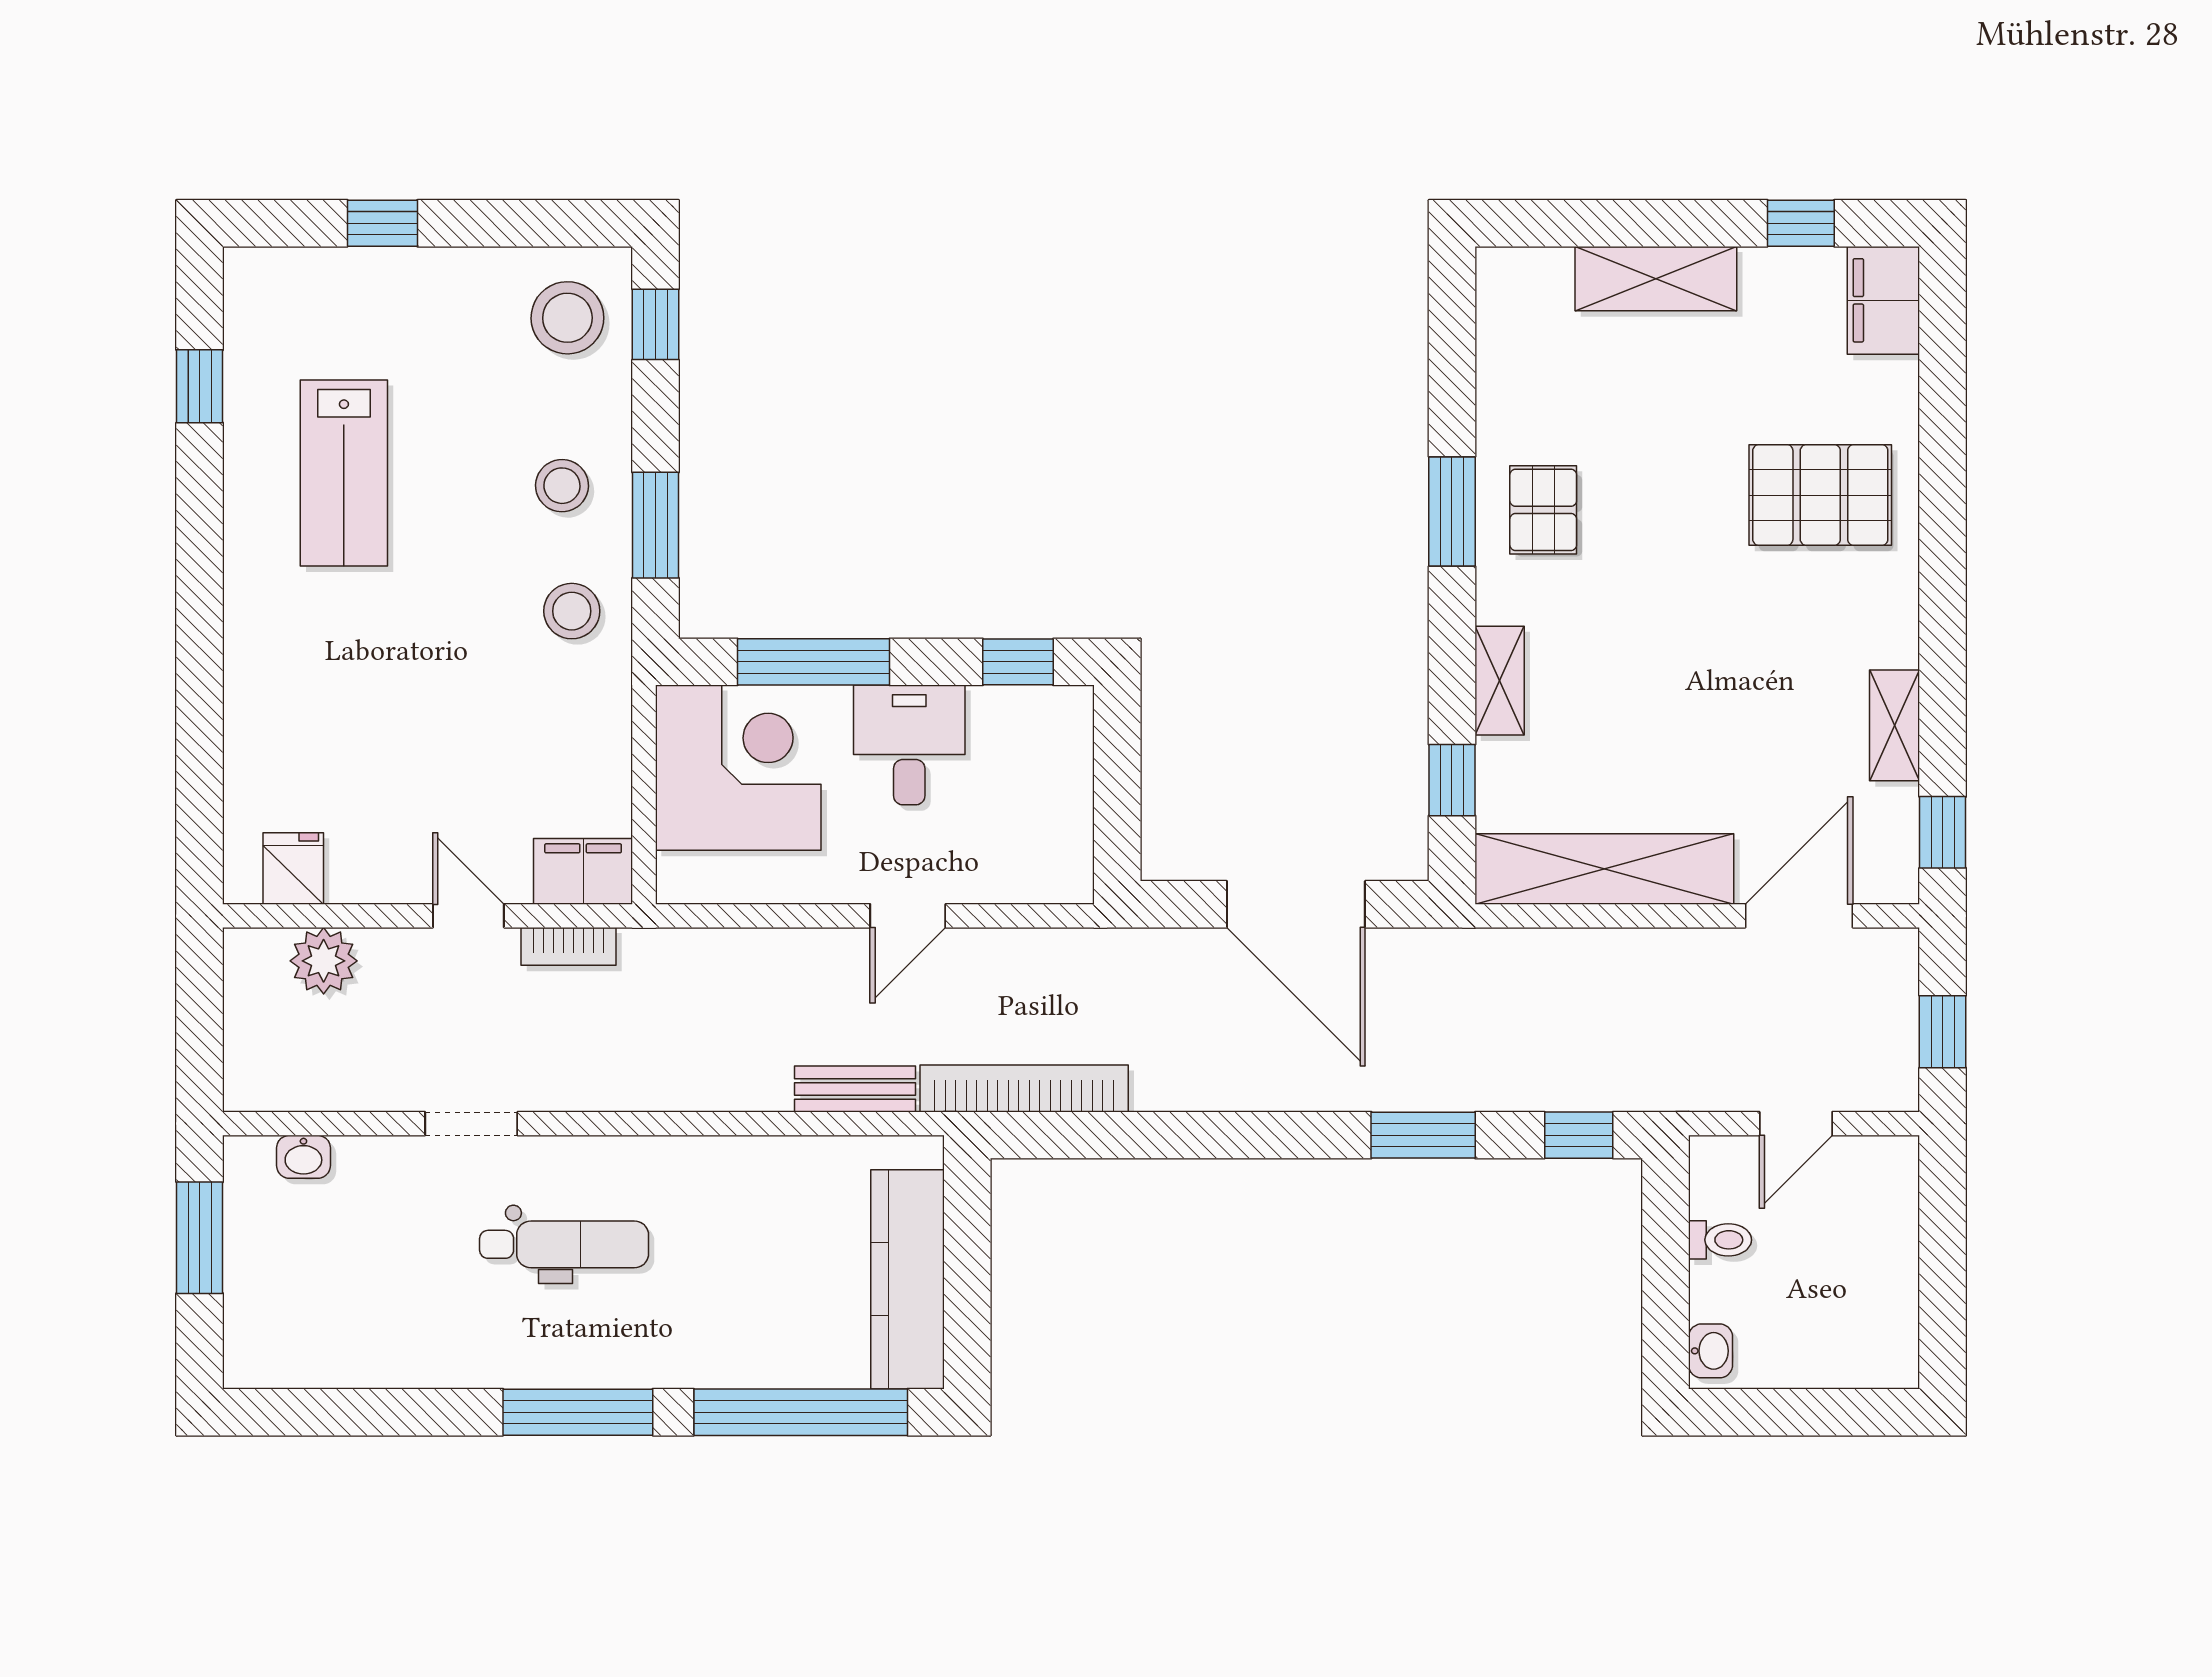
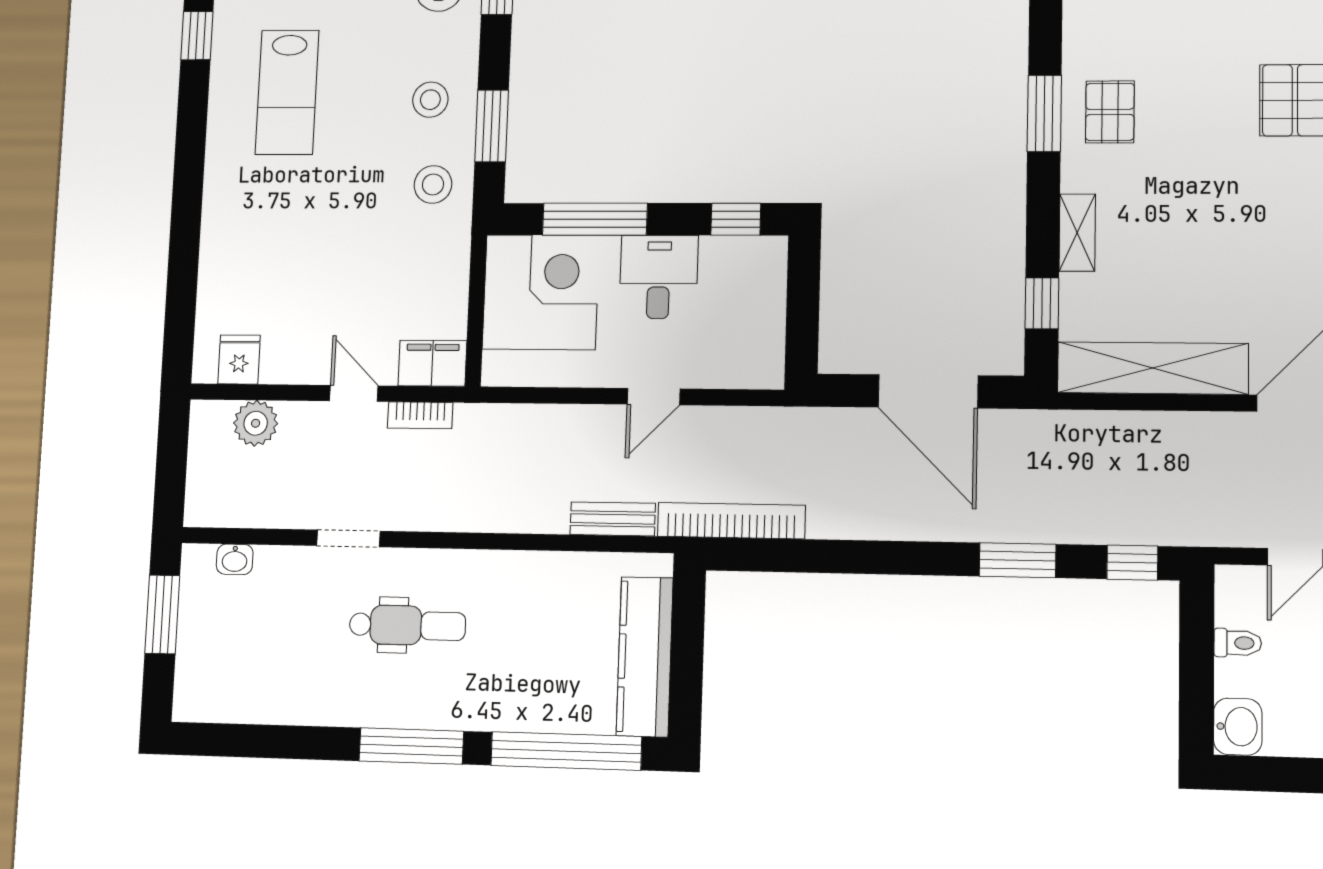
washbasin: (1711, 1351) -> (1238, 727), width x1.38, depth x1.45

